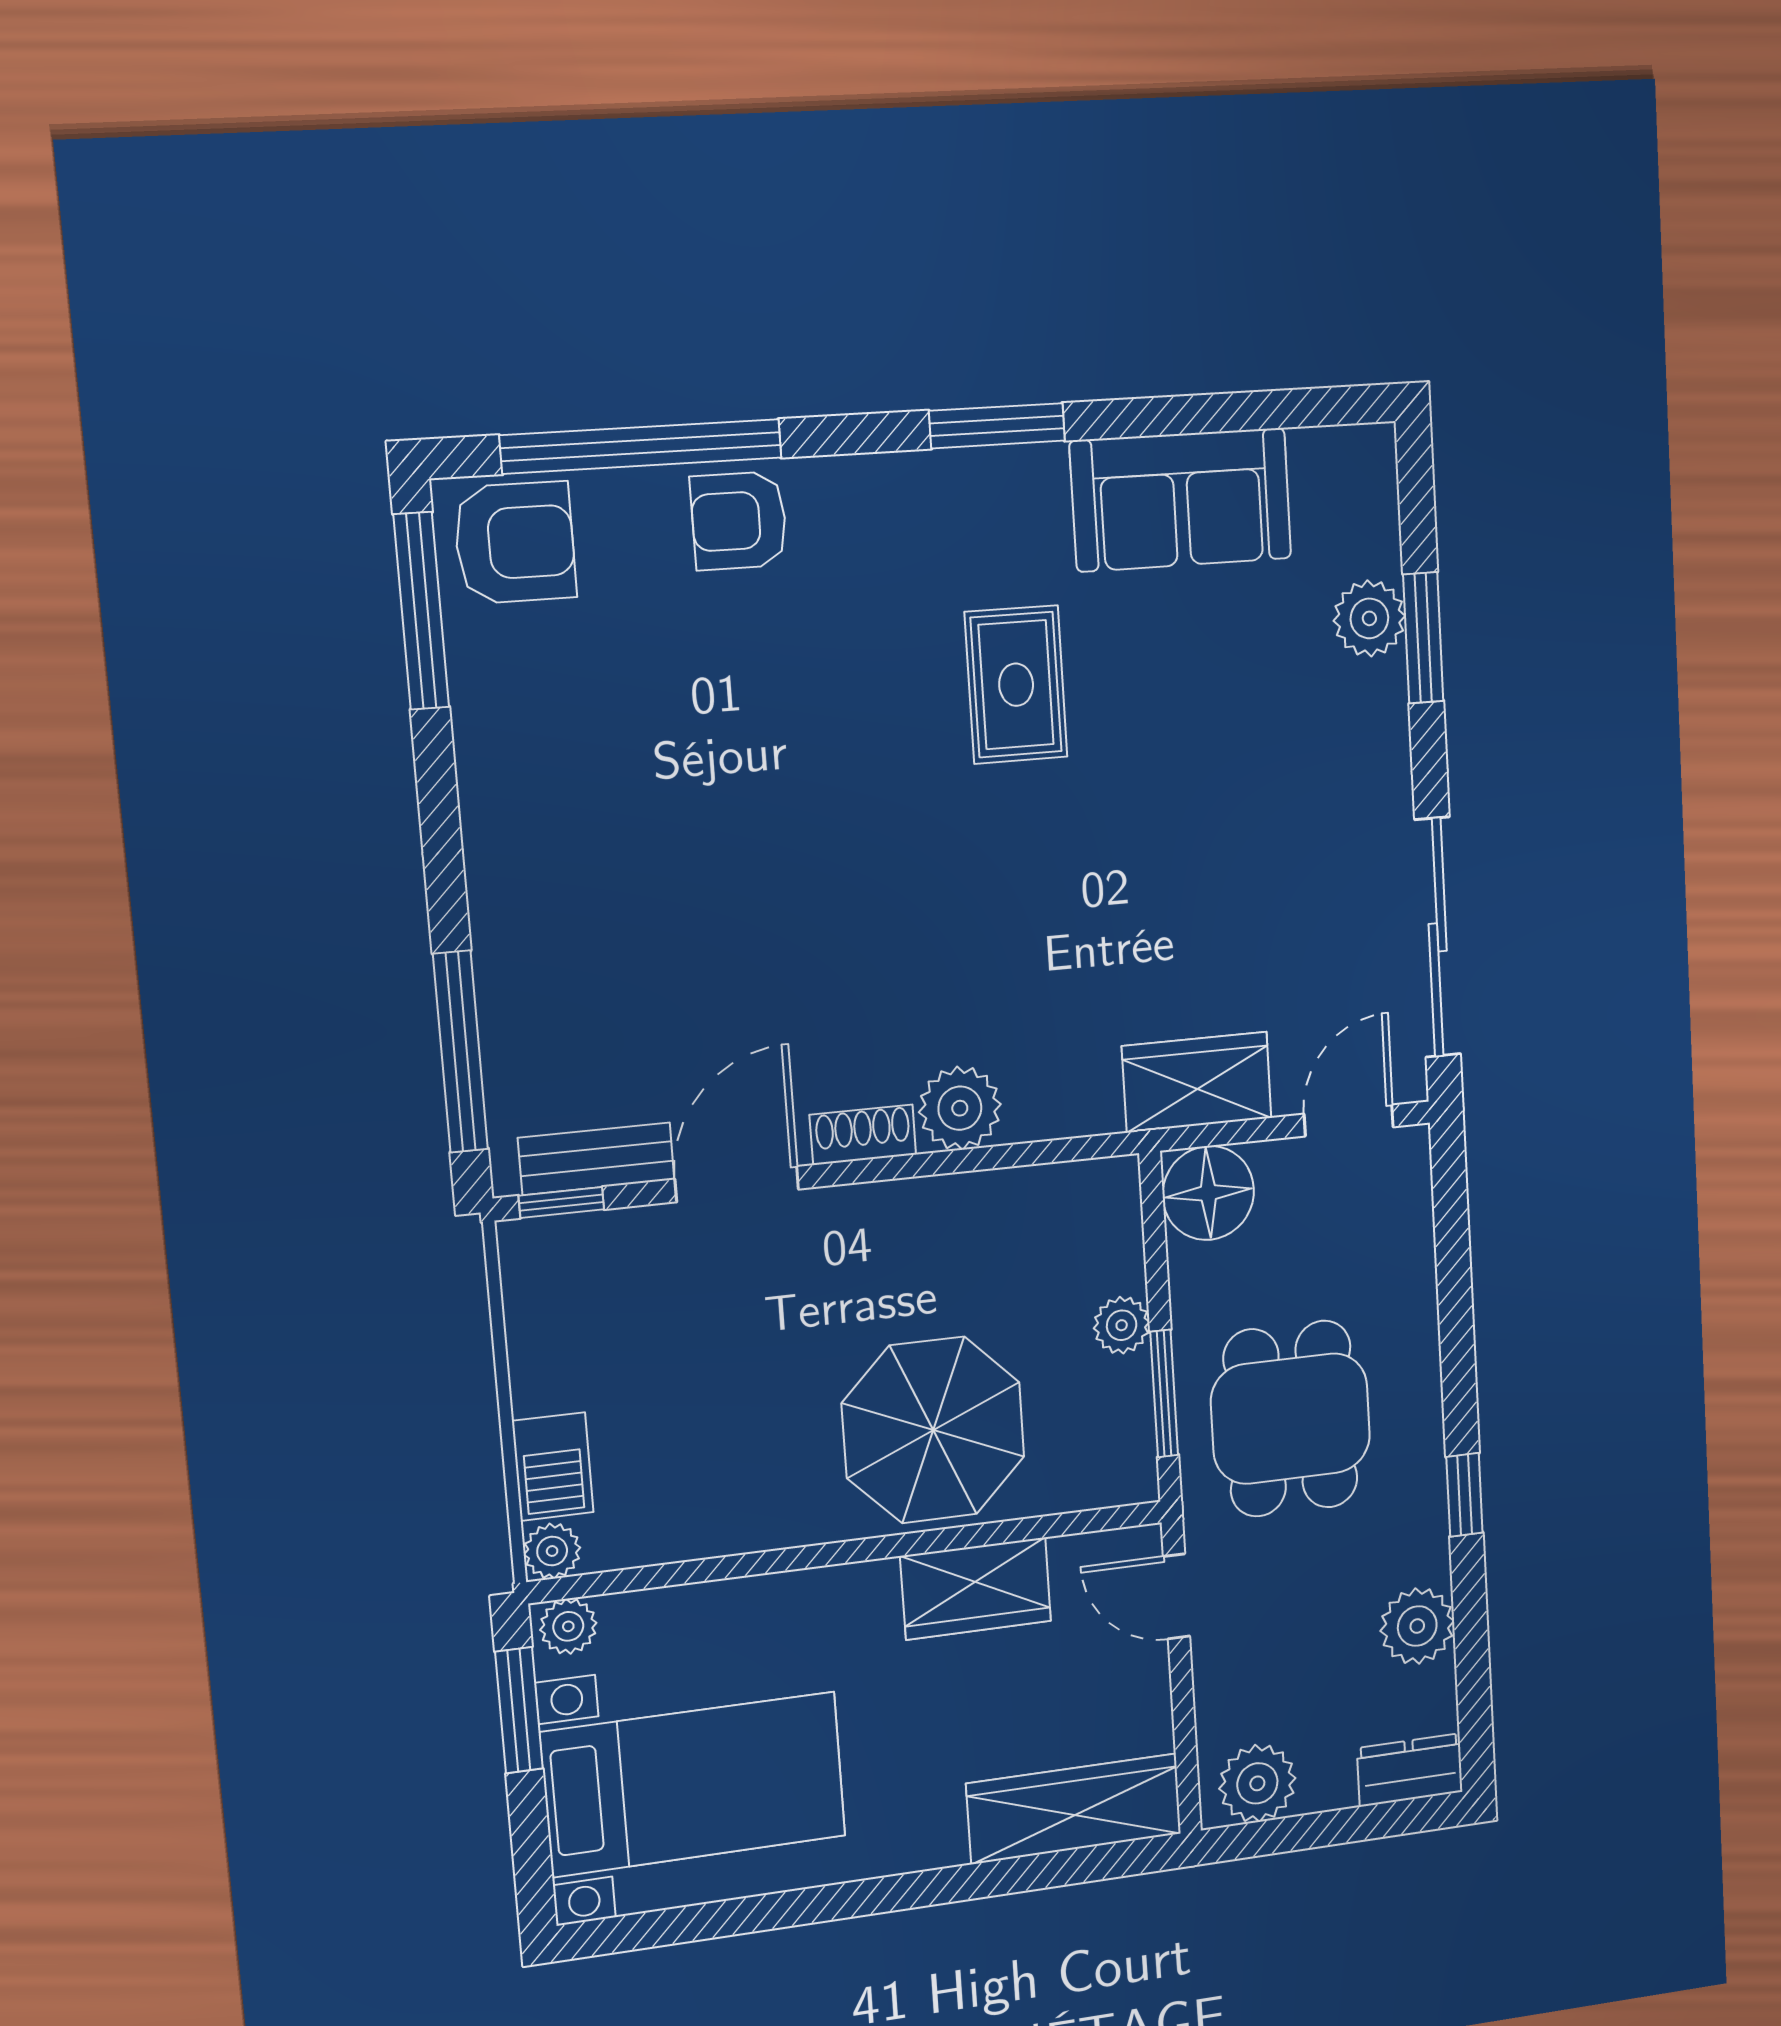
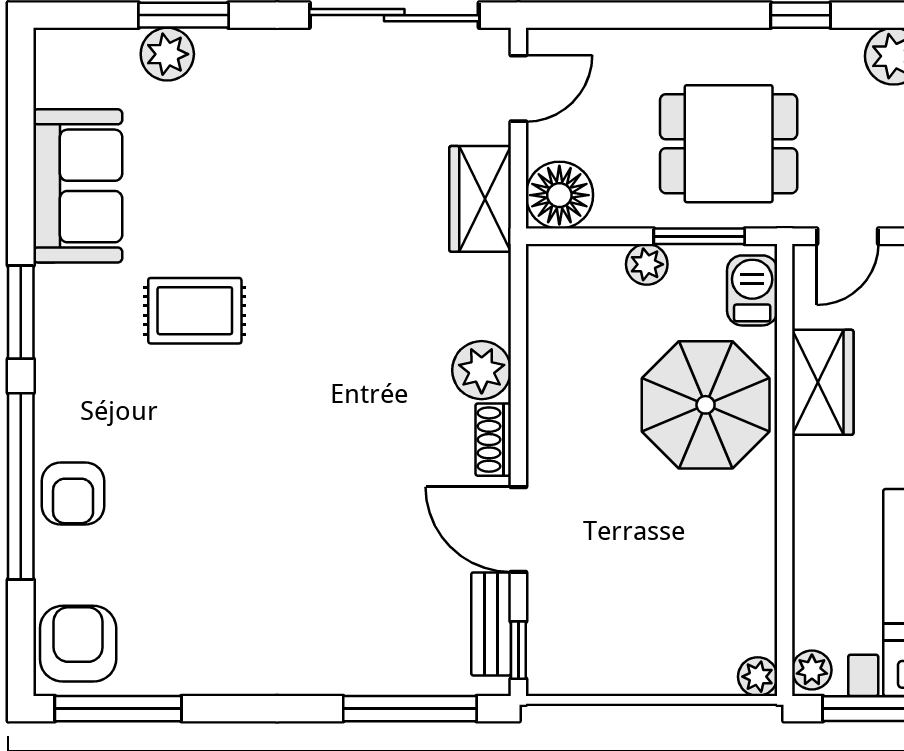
window: (641, 446) -> (21, 486), moved
door: (1349, 1120) -> (518, 88), swing flipped
barbecue: (553, 1467) -> (752, 290), moved, turned -90

